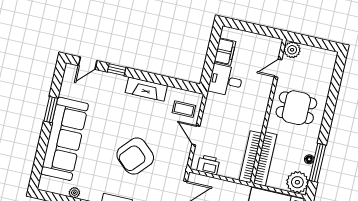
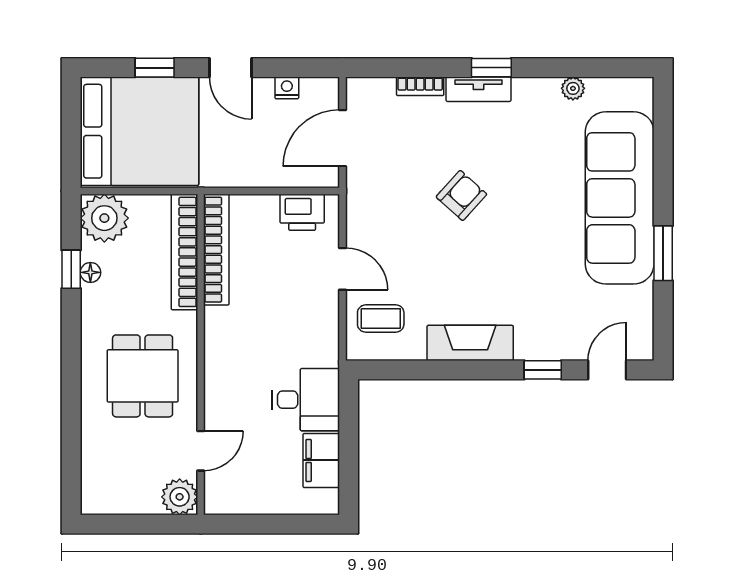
dining table: (296, 108) -> (143, 376), turned 90
armchair: (135, 156) -> (461, 195), width x0.53, depth x0.53
window: (318, 163) -> (71, 269), width x0.46

